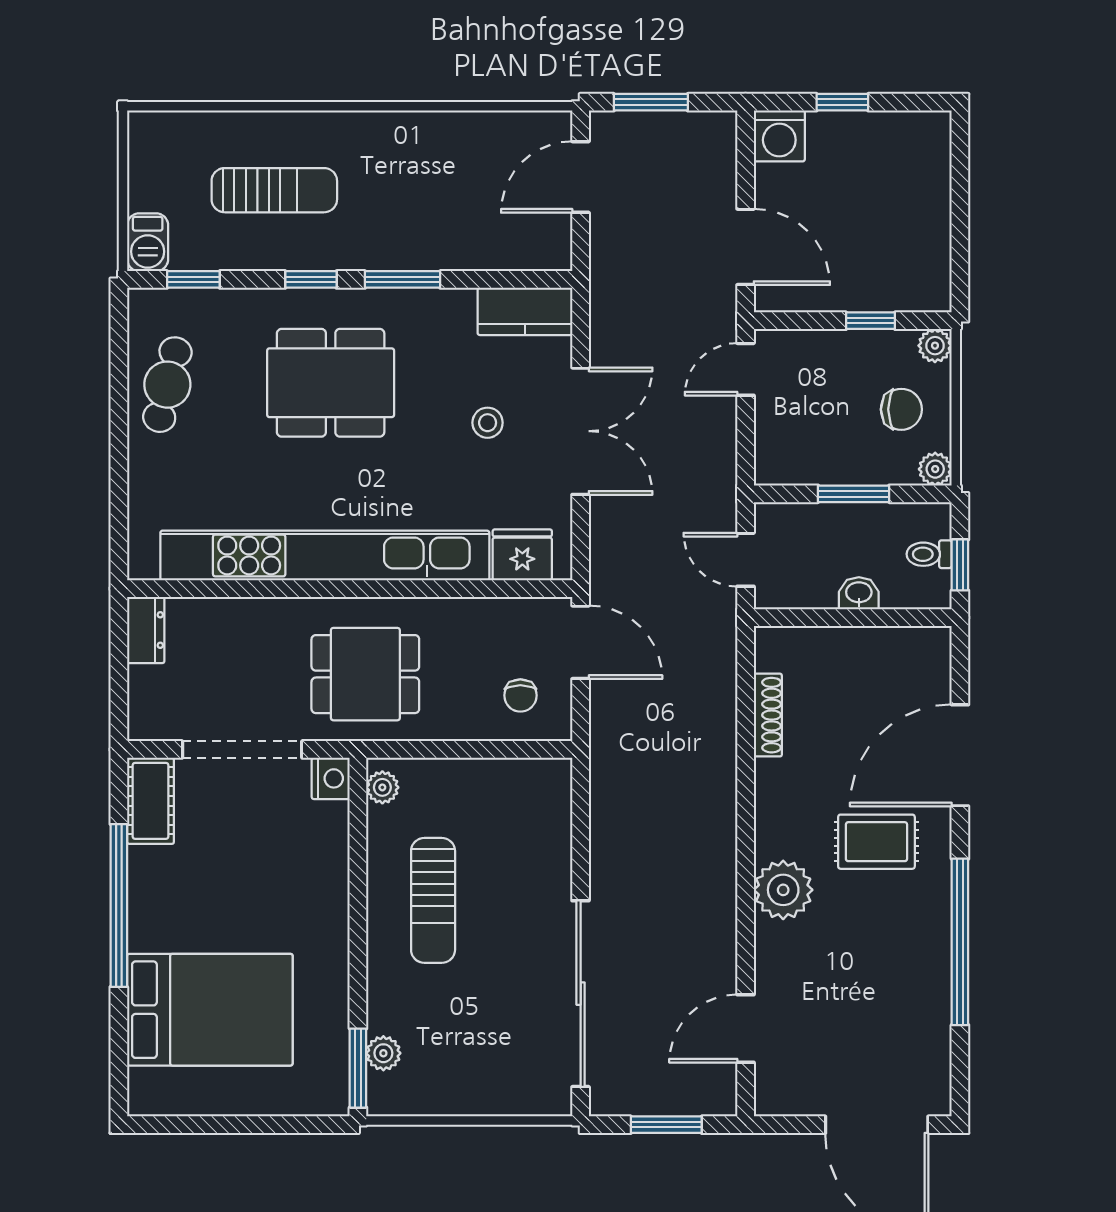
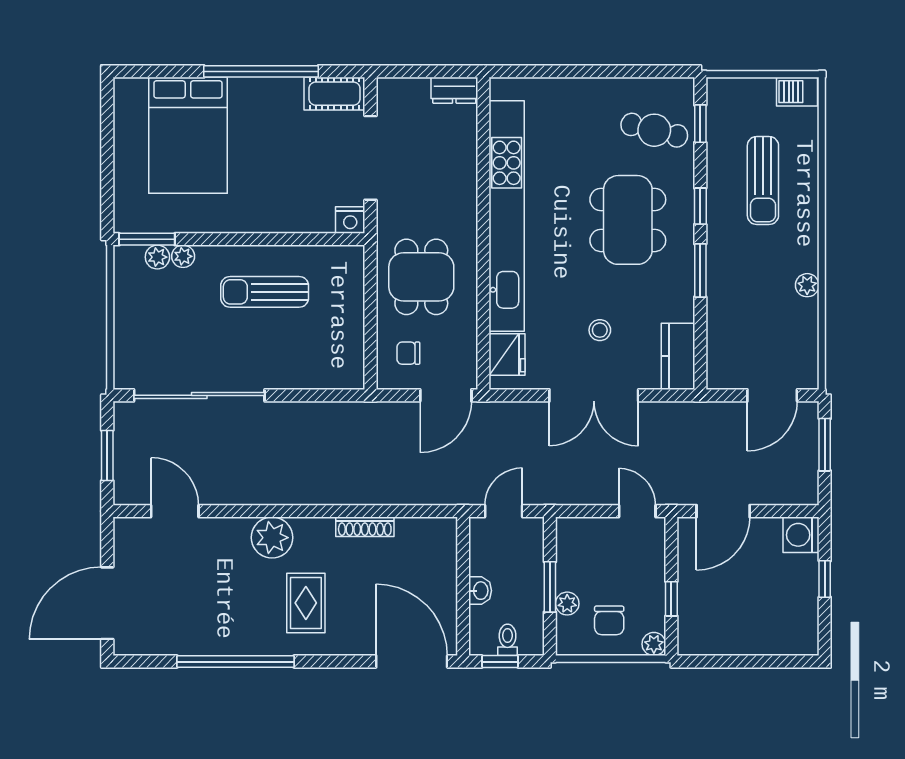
plant: (424, 127) -> (807, 285), added
door: (581, 177) -> (772, 395), swing flipped
barbecue: (148, 242) -> (797, 92), moved
cafe table: (167, 385) -> (654, 130), moved
plant: (935, 469) -> (567, 604), moved
dining table: (365, 674) -> (421, 277), moved
shoe rack: (768, 715) -> (365, 527), moved
door: (960, 755) -> (412, 662), moved
plant: (382, 787) -> (183, 256), moved

